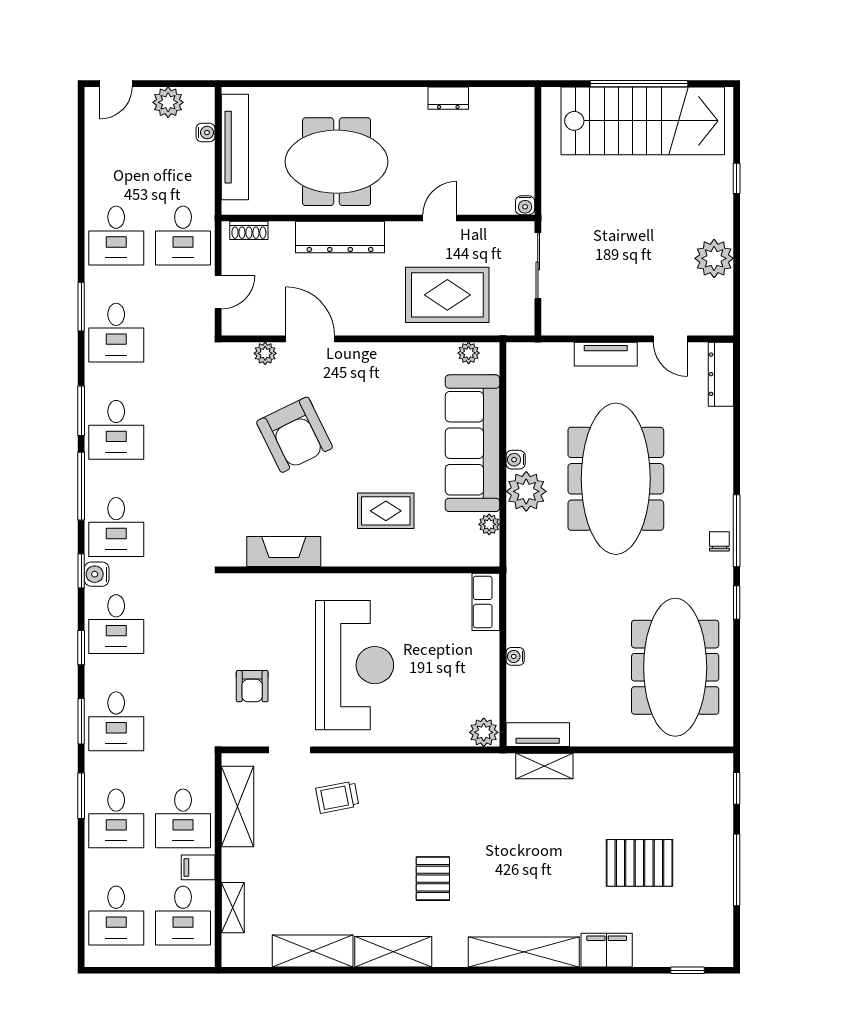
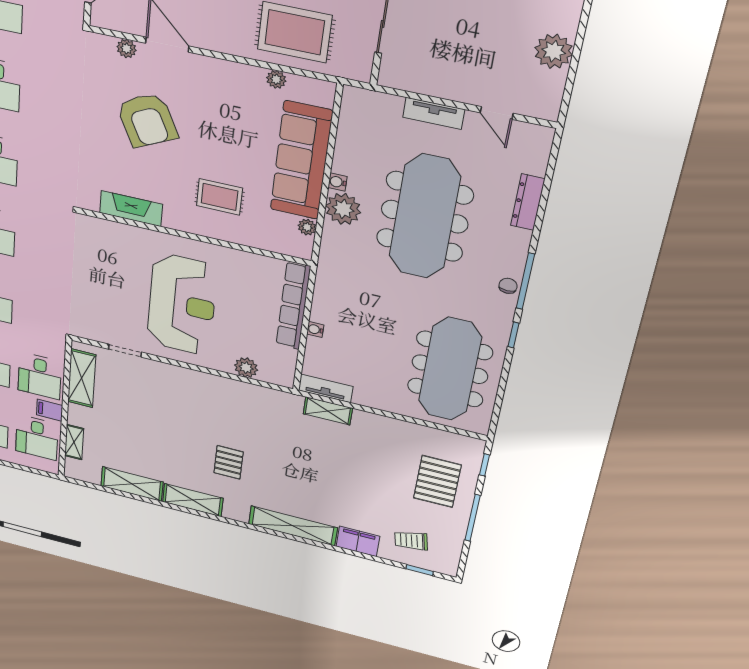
plant: (469, 353) -> (276, 79), moved
dresser: (721, 374) -> (528, 202), moved
row of seats: (486, 602) -> (293, 306), width x2.02
armchair: (252, 686) -> (98, 300), removed
plant: (484, 732) -> (246, 368), moved
trolley: (337, 797) -> (411, 541), moved
pallet: (639, 863) -> (437, 482), moved, turned 90

